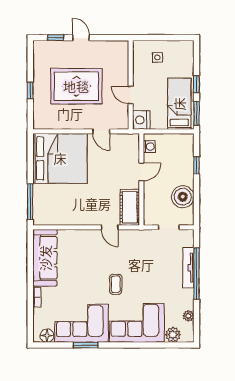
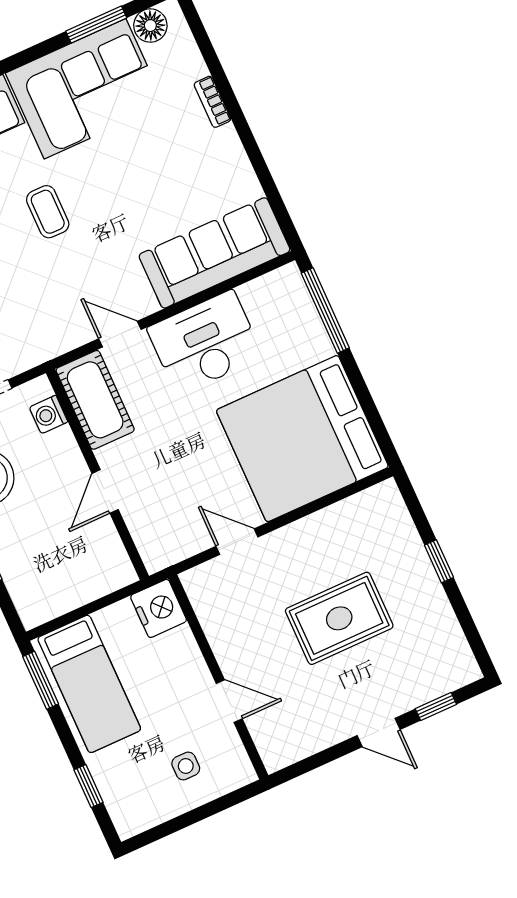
window: (197, 84) -> (89, 786), moved
rug: (76, 86) -> (339, 618), width x0.73, depth x0.69
door: (131, 95) -> (229, 701), moved
washing machine: (149, 147) -> (49, 414), moved
desk: (80, 210) -> (205, 342), added
sofa: (45, 258) -> (214, 253), moved, turned 90
window: (86, 345) -> (96, 25), moved

